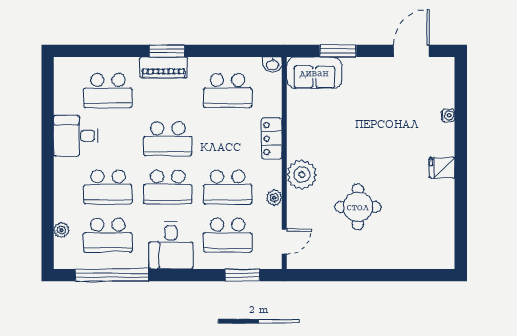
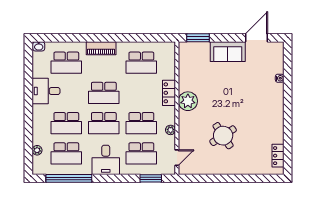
window: (167, 51) -> (103, 38), removed
window: (338, 51) -> (198, 38), moved
washbasin: (272, 64) -> (39, 46), moved
sofa: (314, 73) -> (228, 52), moved
fridge: (442, 168) -> (276, 111), removed
plant: (302, 175) -> (188, 101), moved
round table: (358, 207) -> (223, 136), turned -33
locker: (446, 239) -> (278, 156), added

